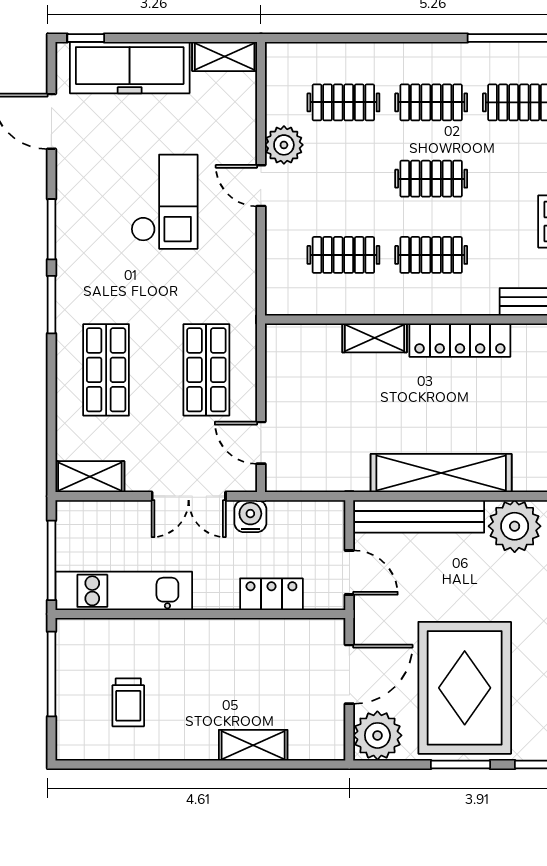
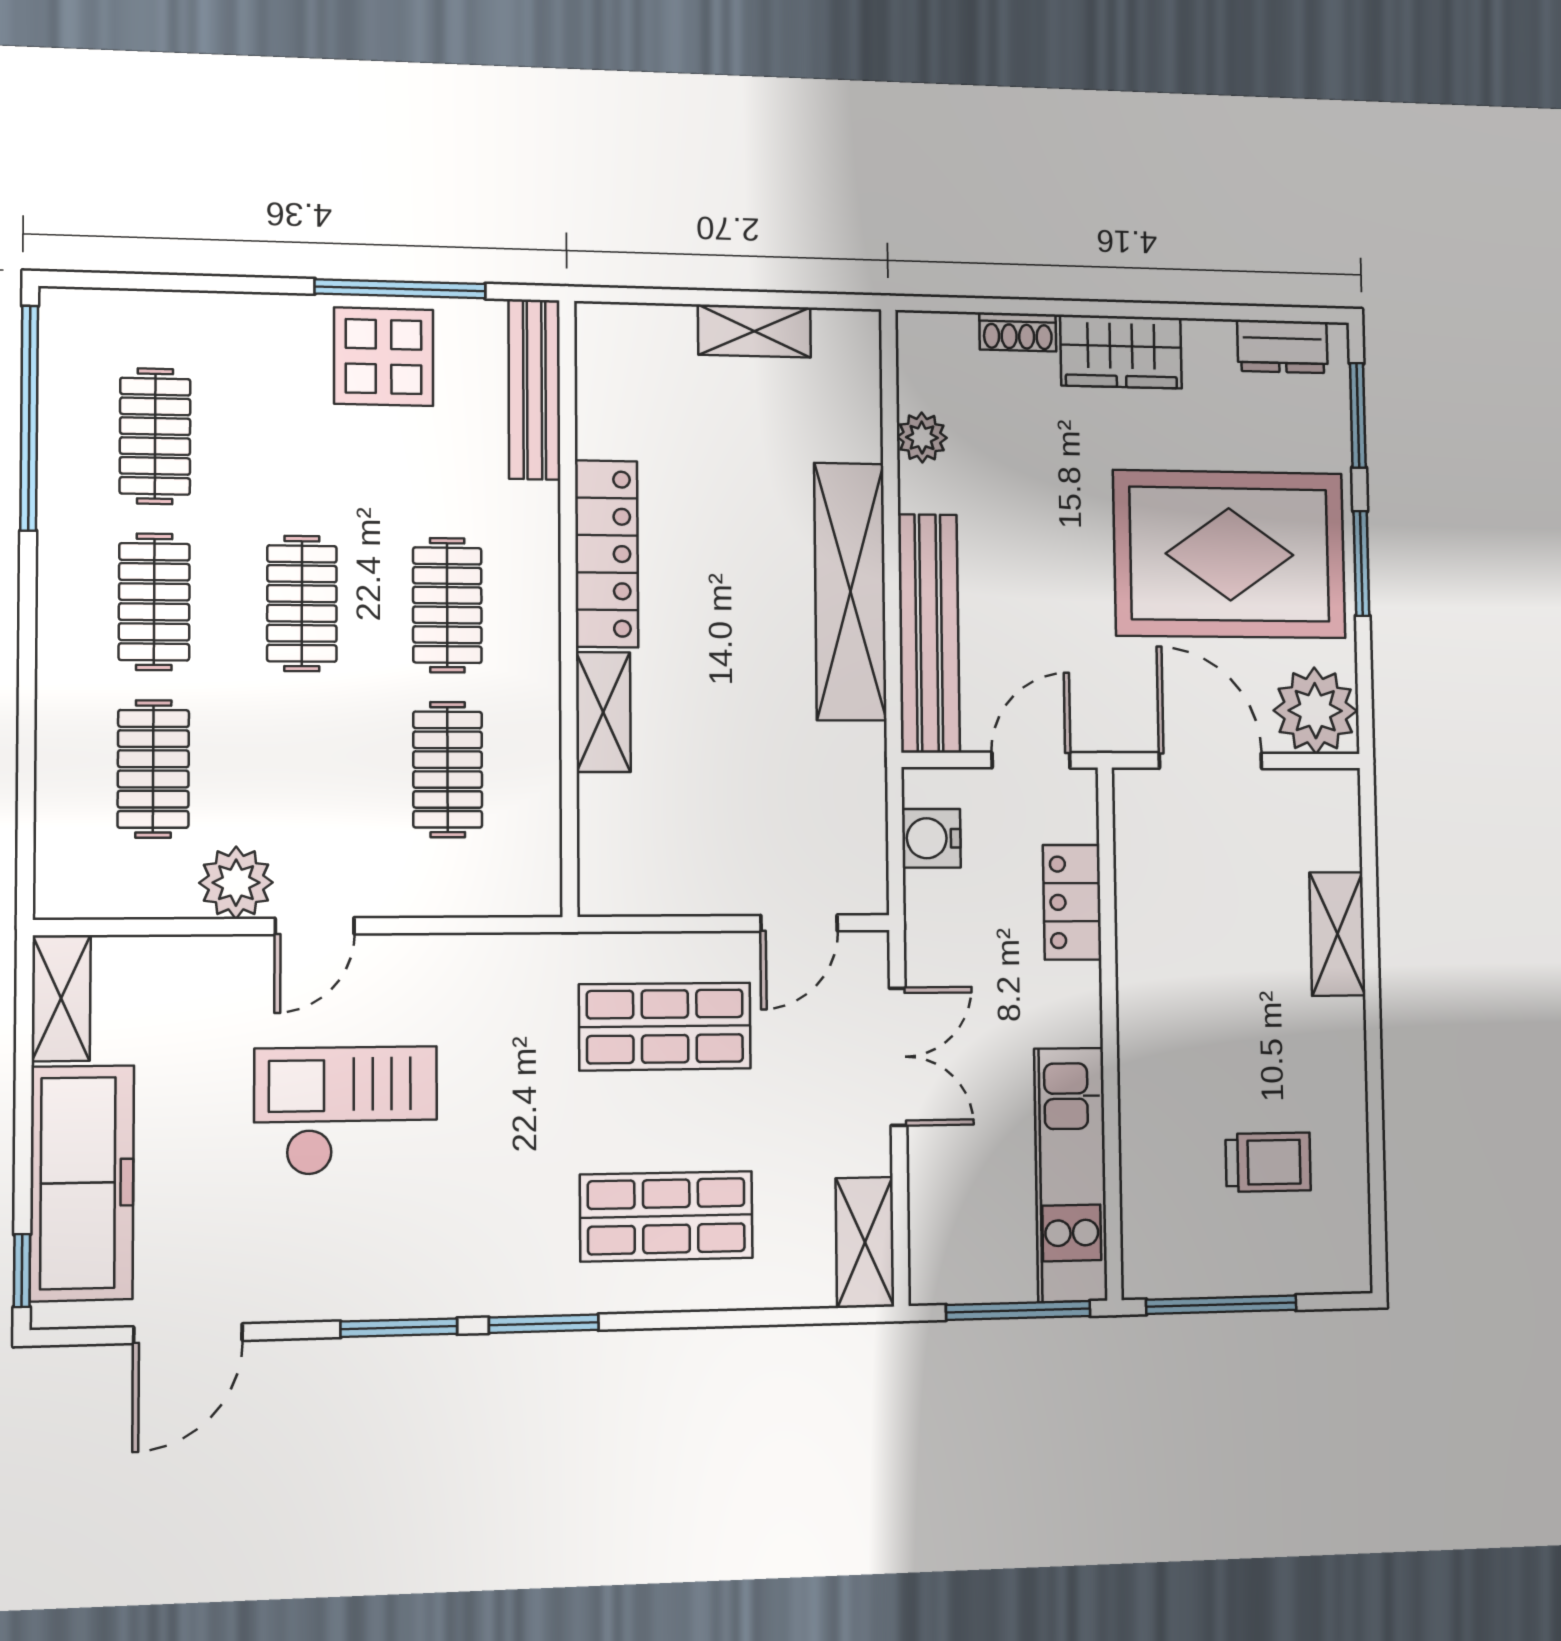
water cooler: (250, 516) -> (931, 838), moved
plant: (515, 526) -> (922, 437), width x0.53, depth x0.53

